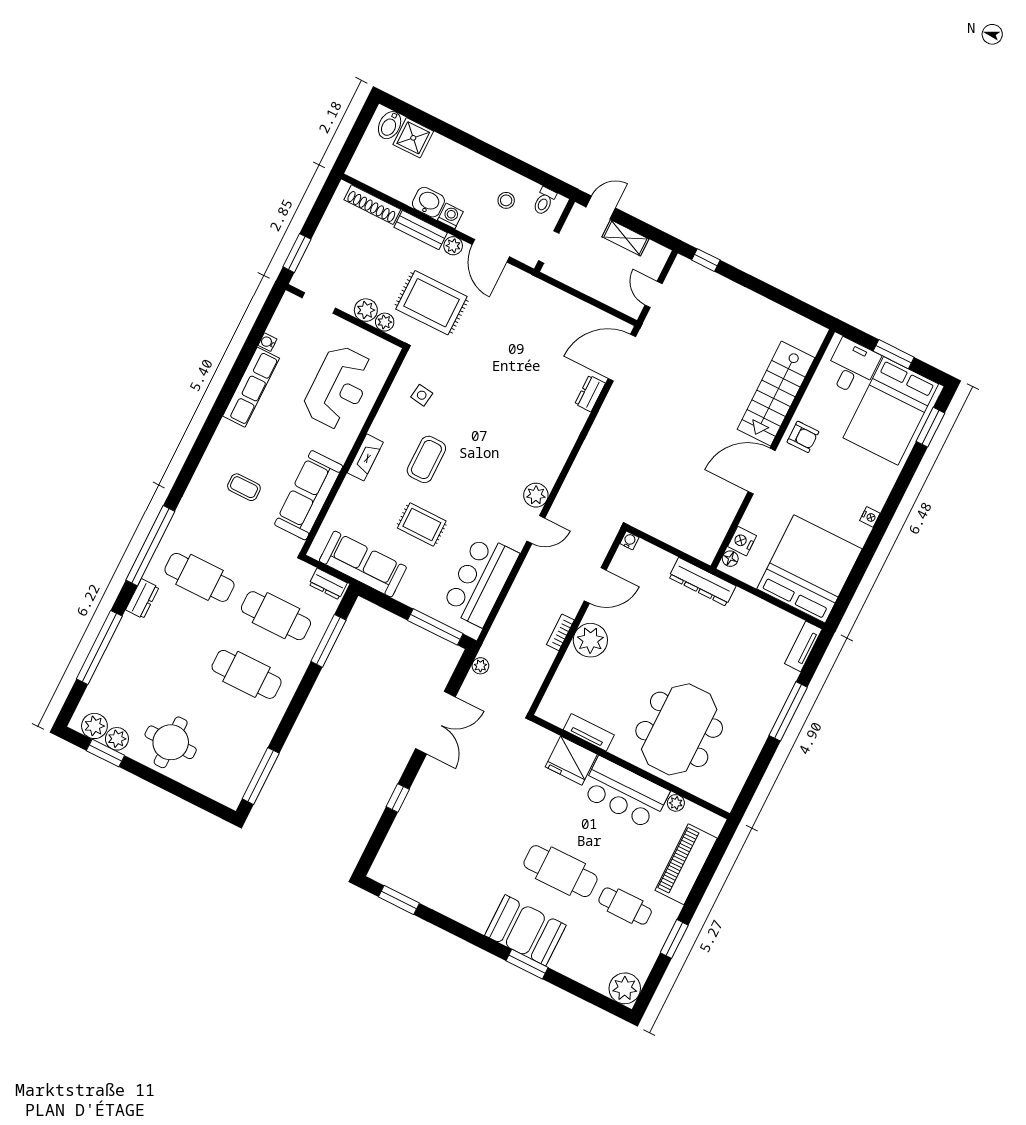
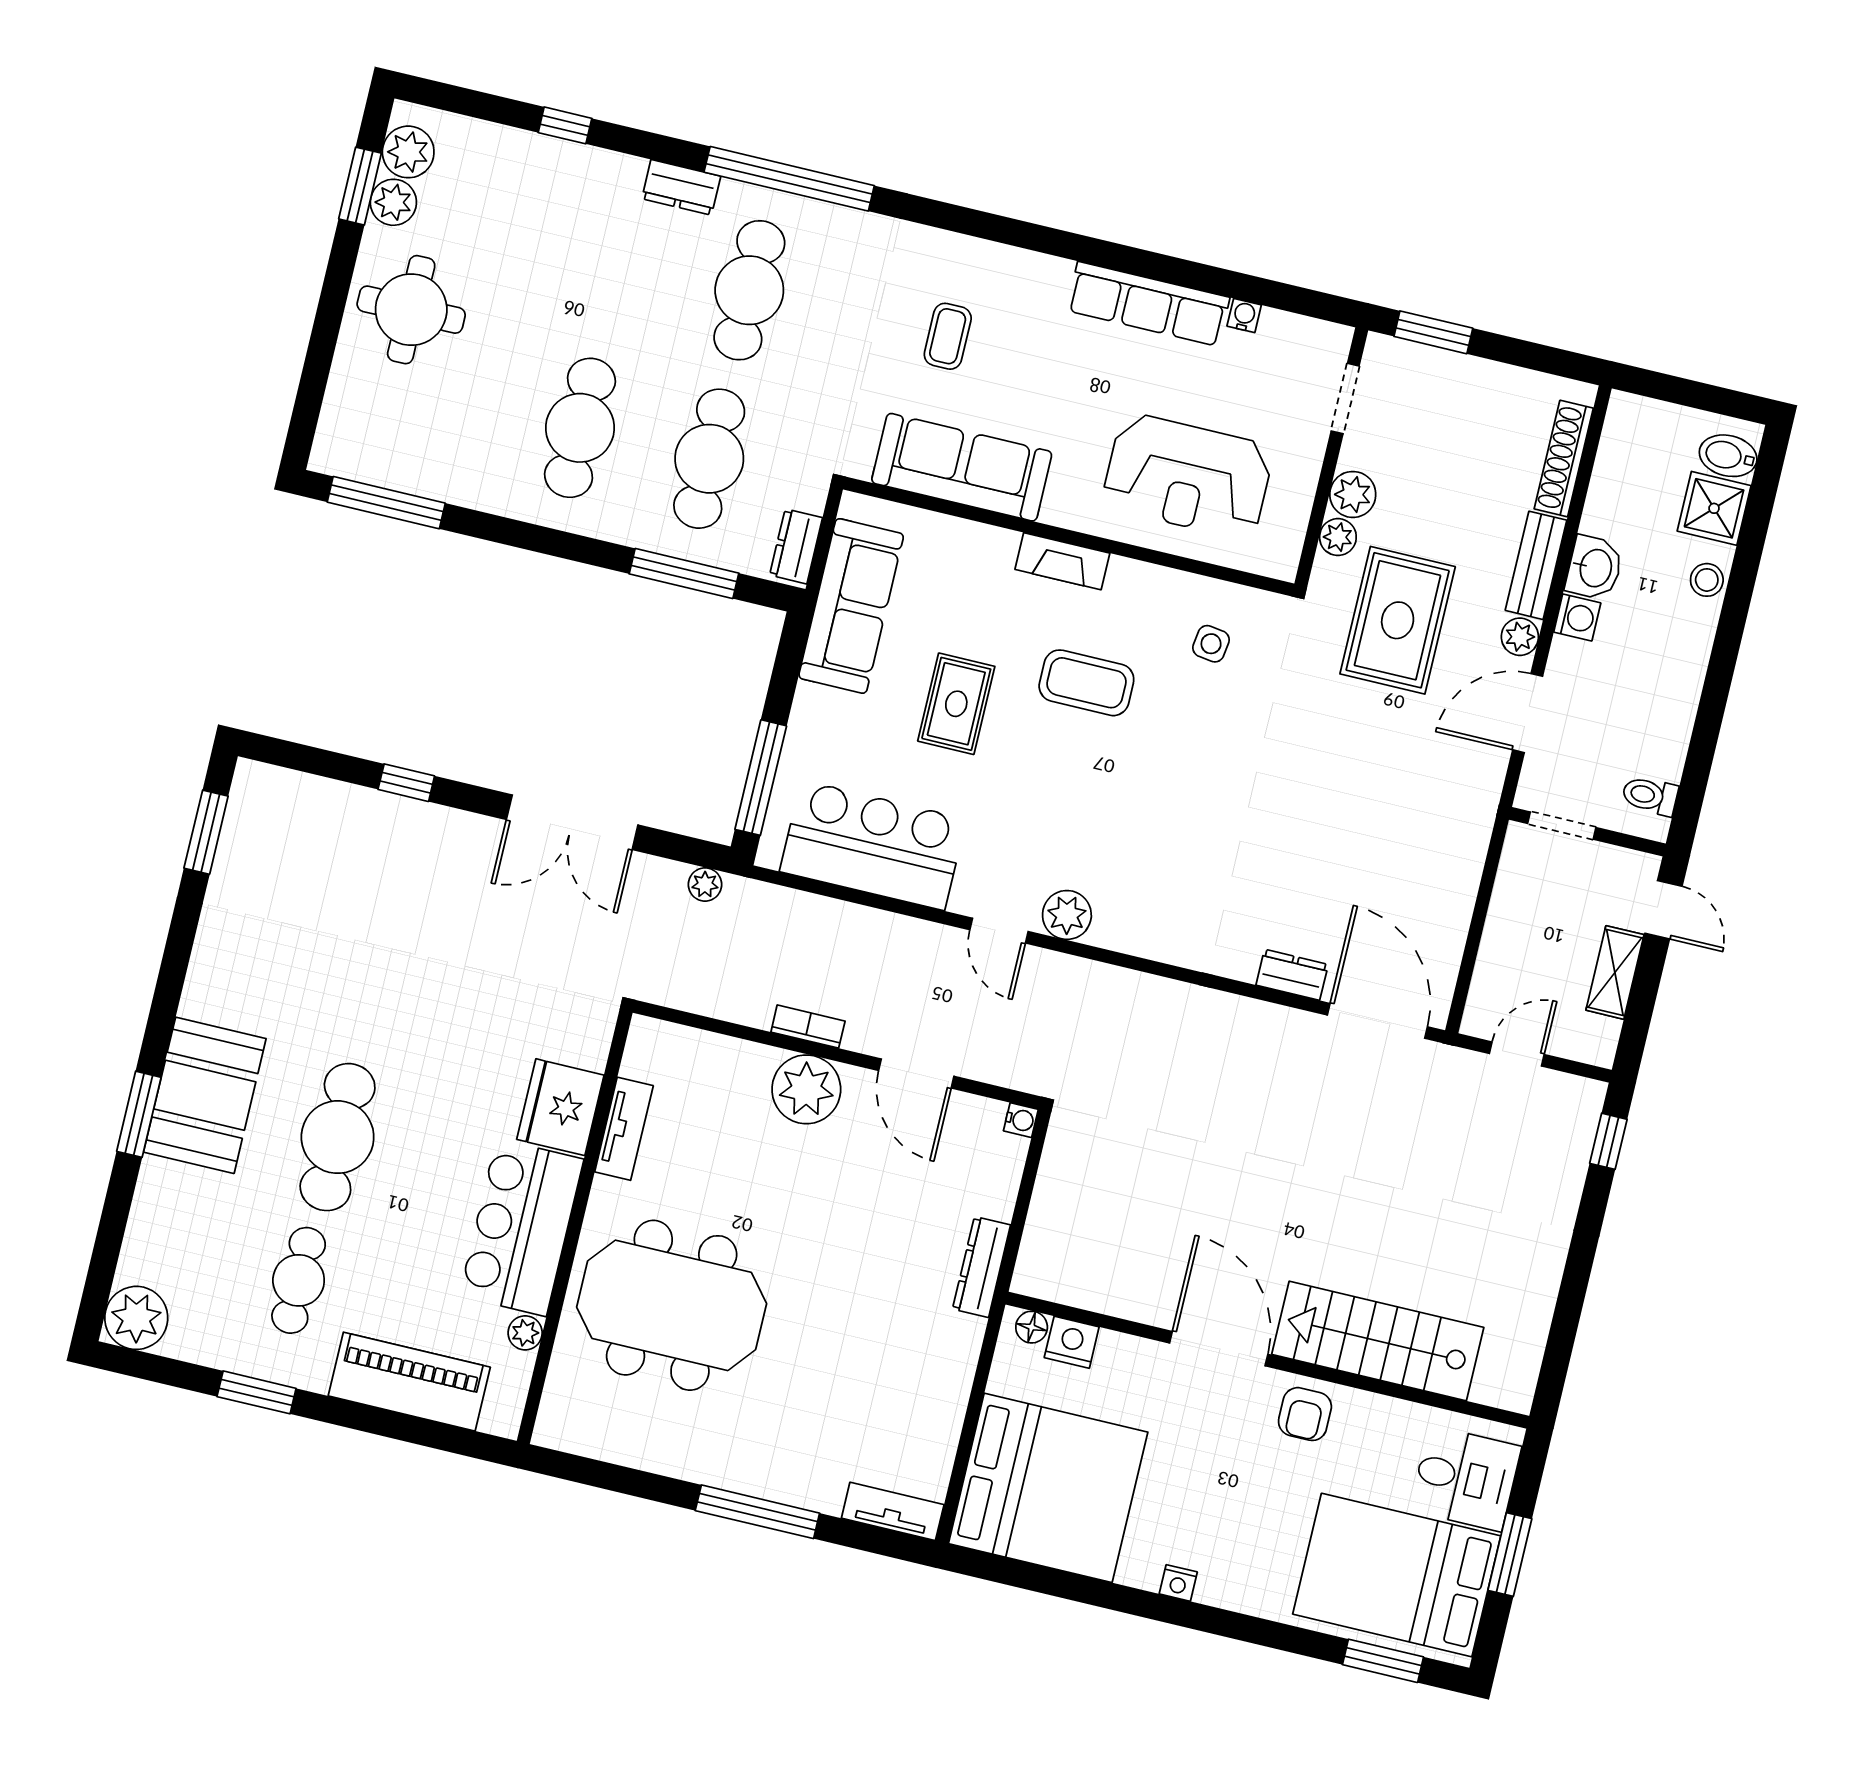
stool: (506, 200) -> (1707, 580), moved
dresser: (702, 582) -> (982, 1267), width x0.73, depth x0.80
window: (99, 648) -> (565, 125), width x0.32

